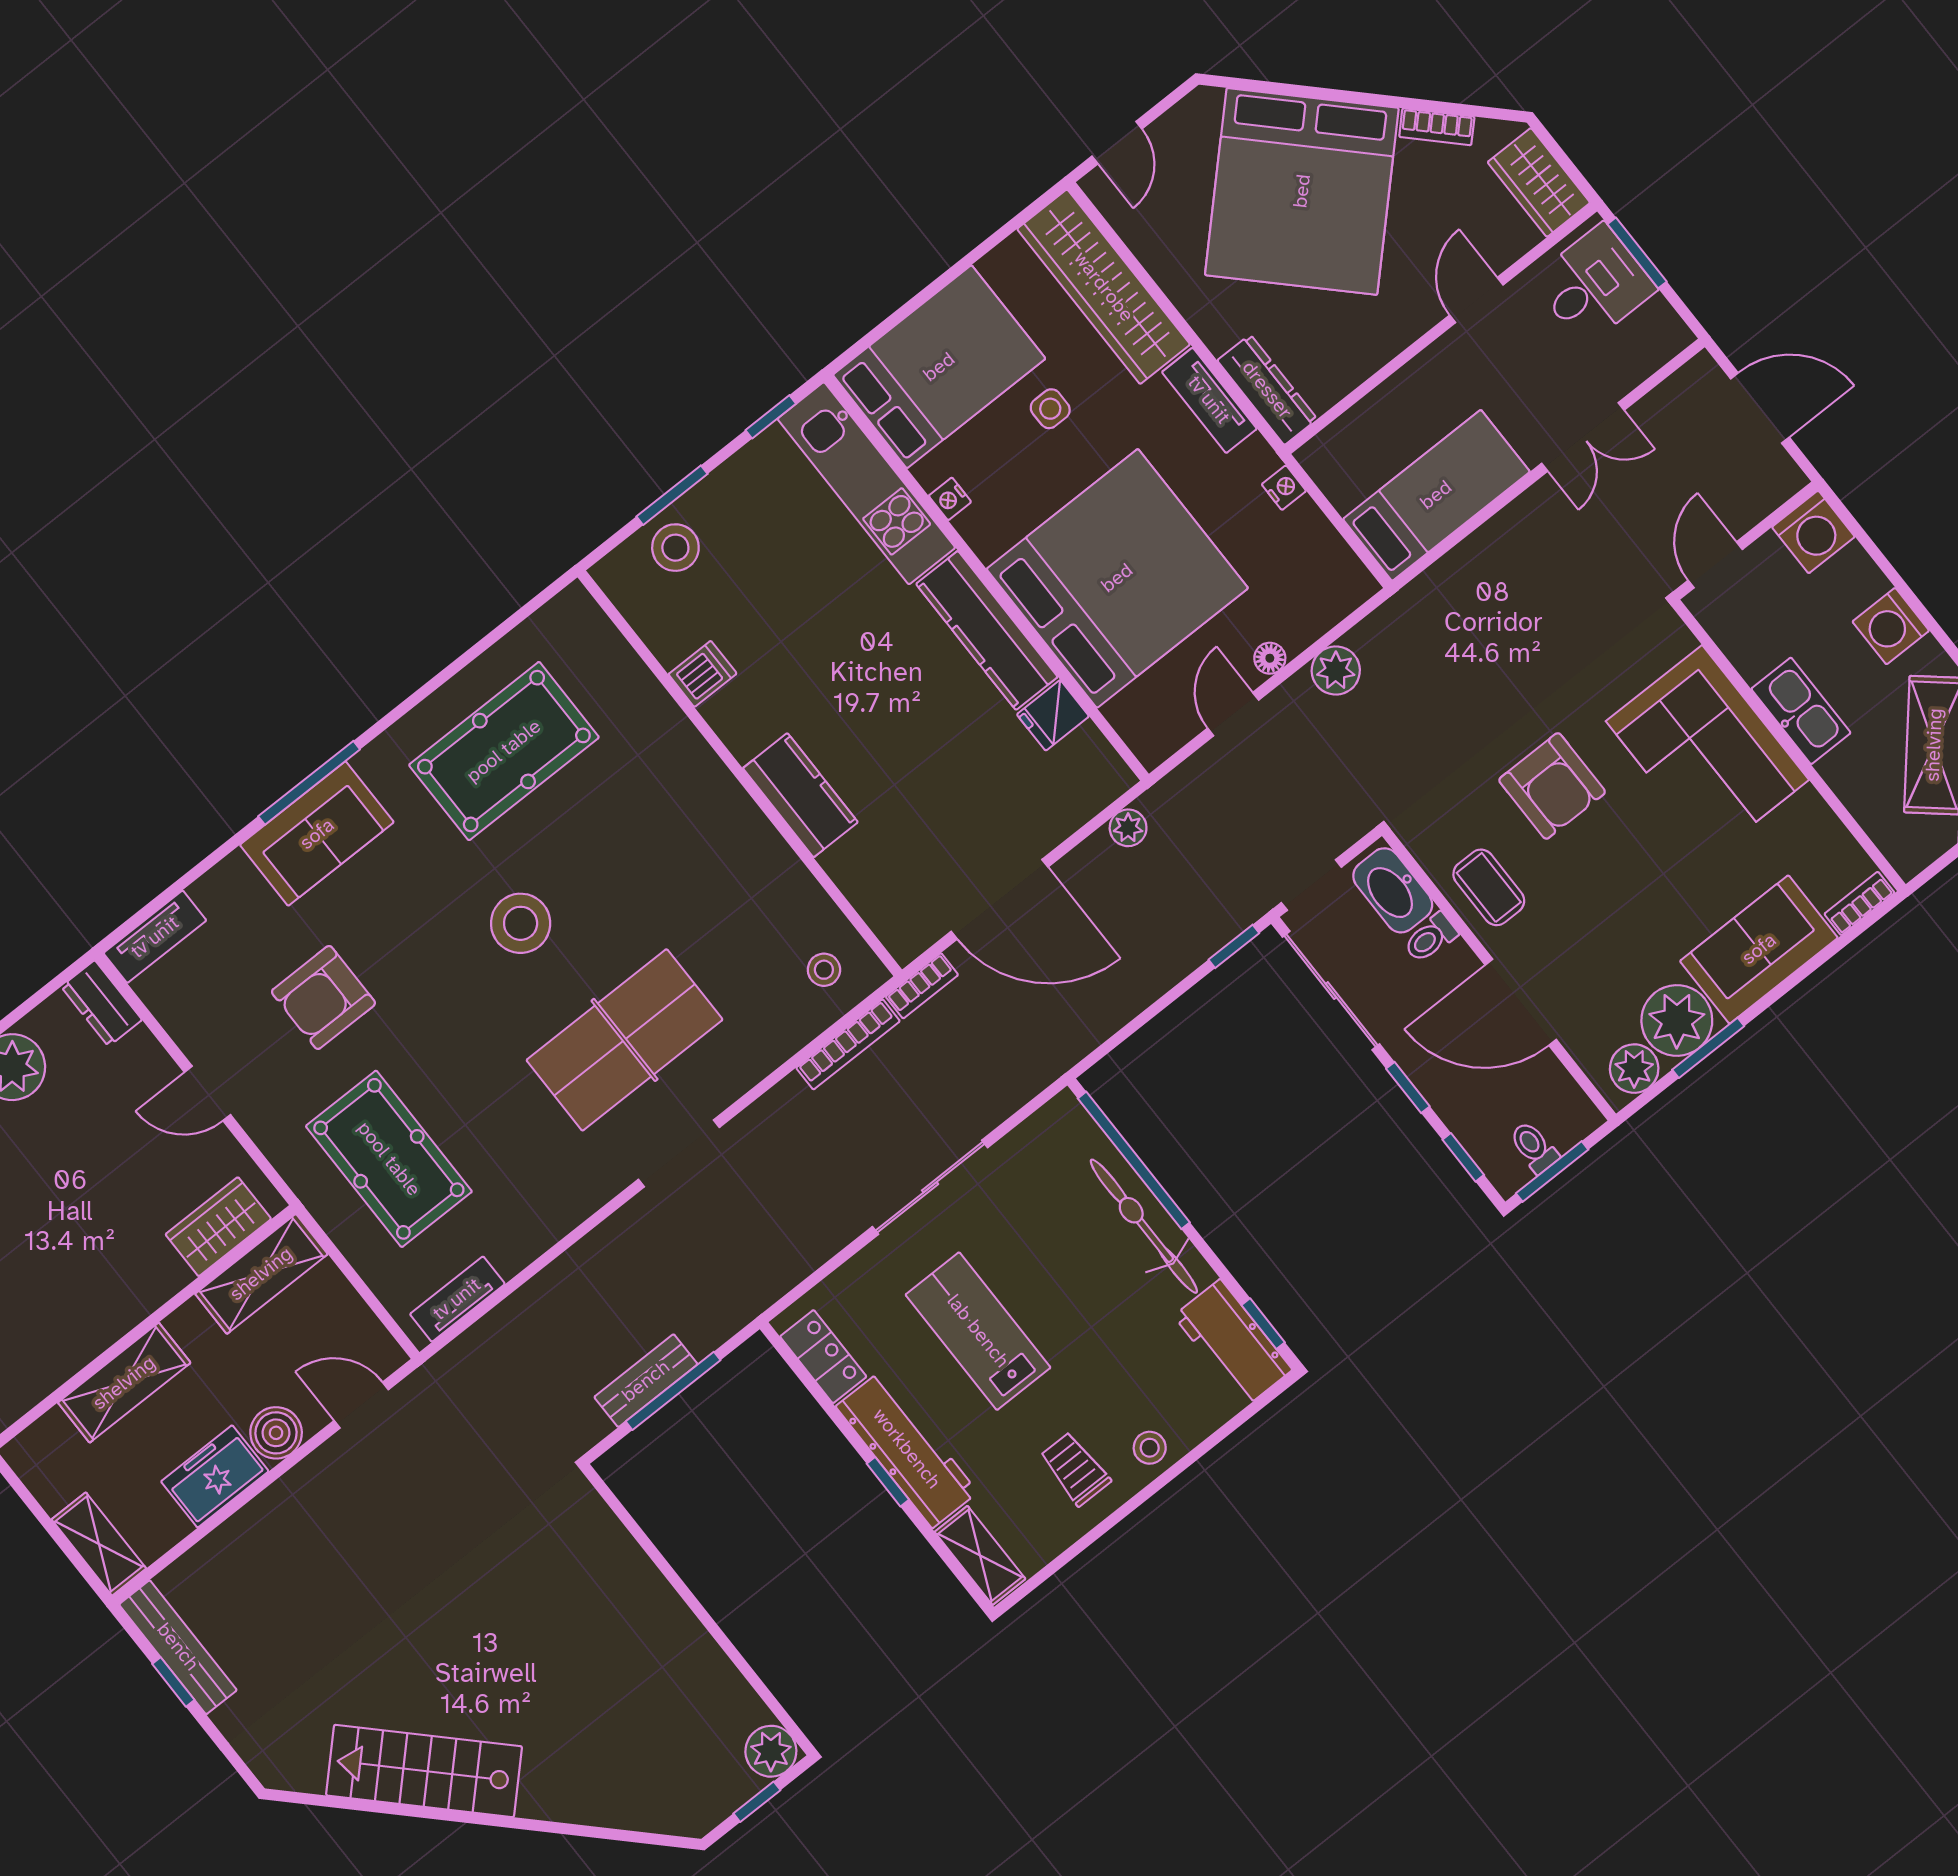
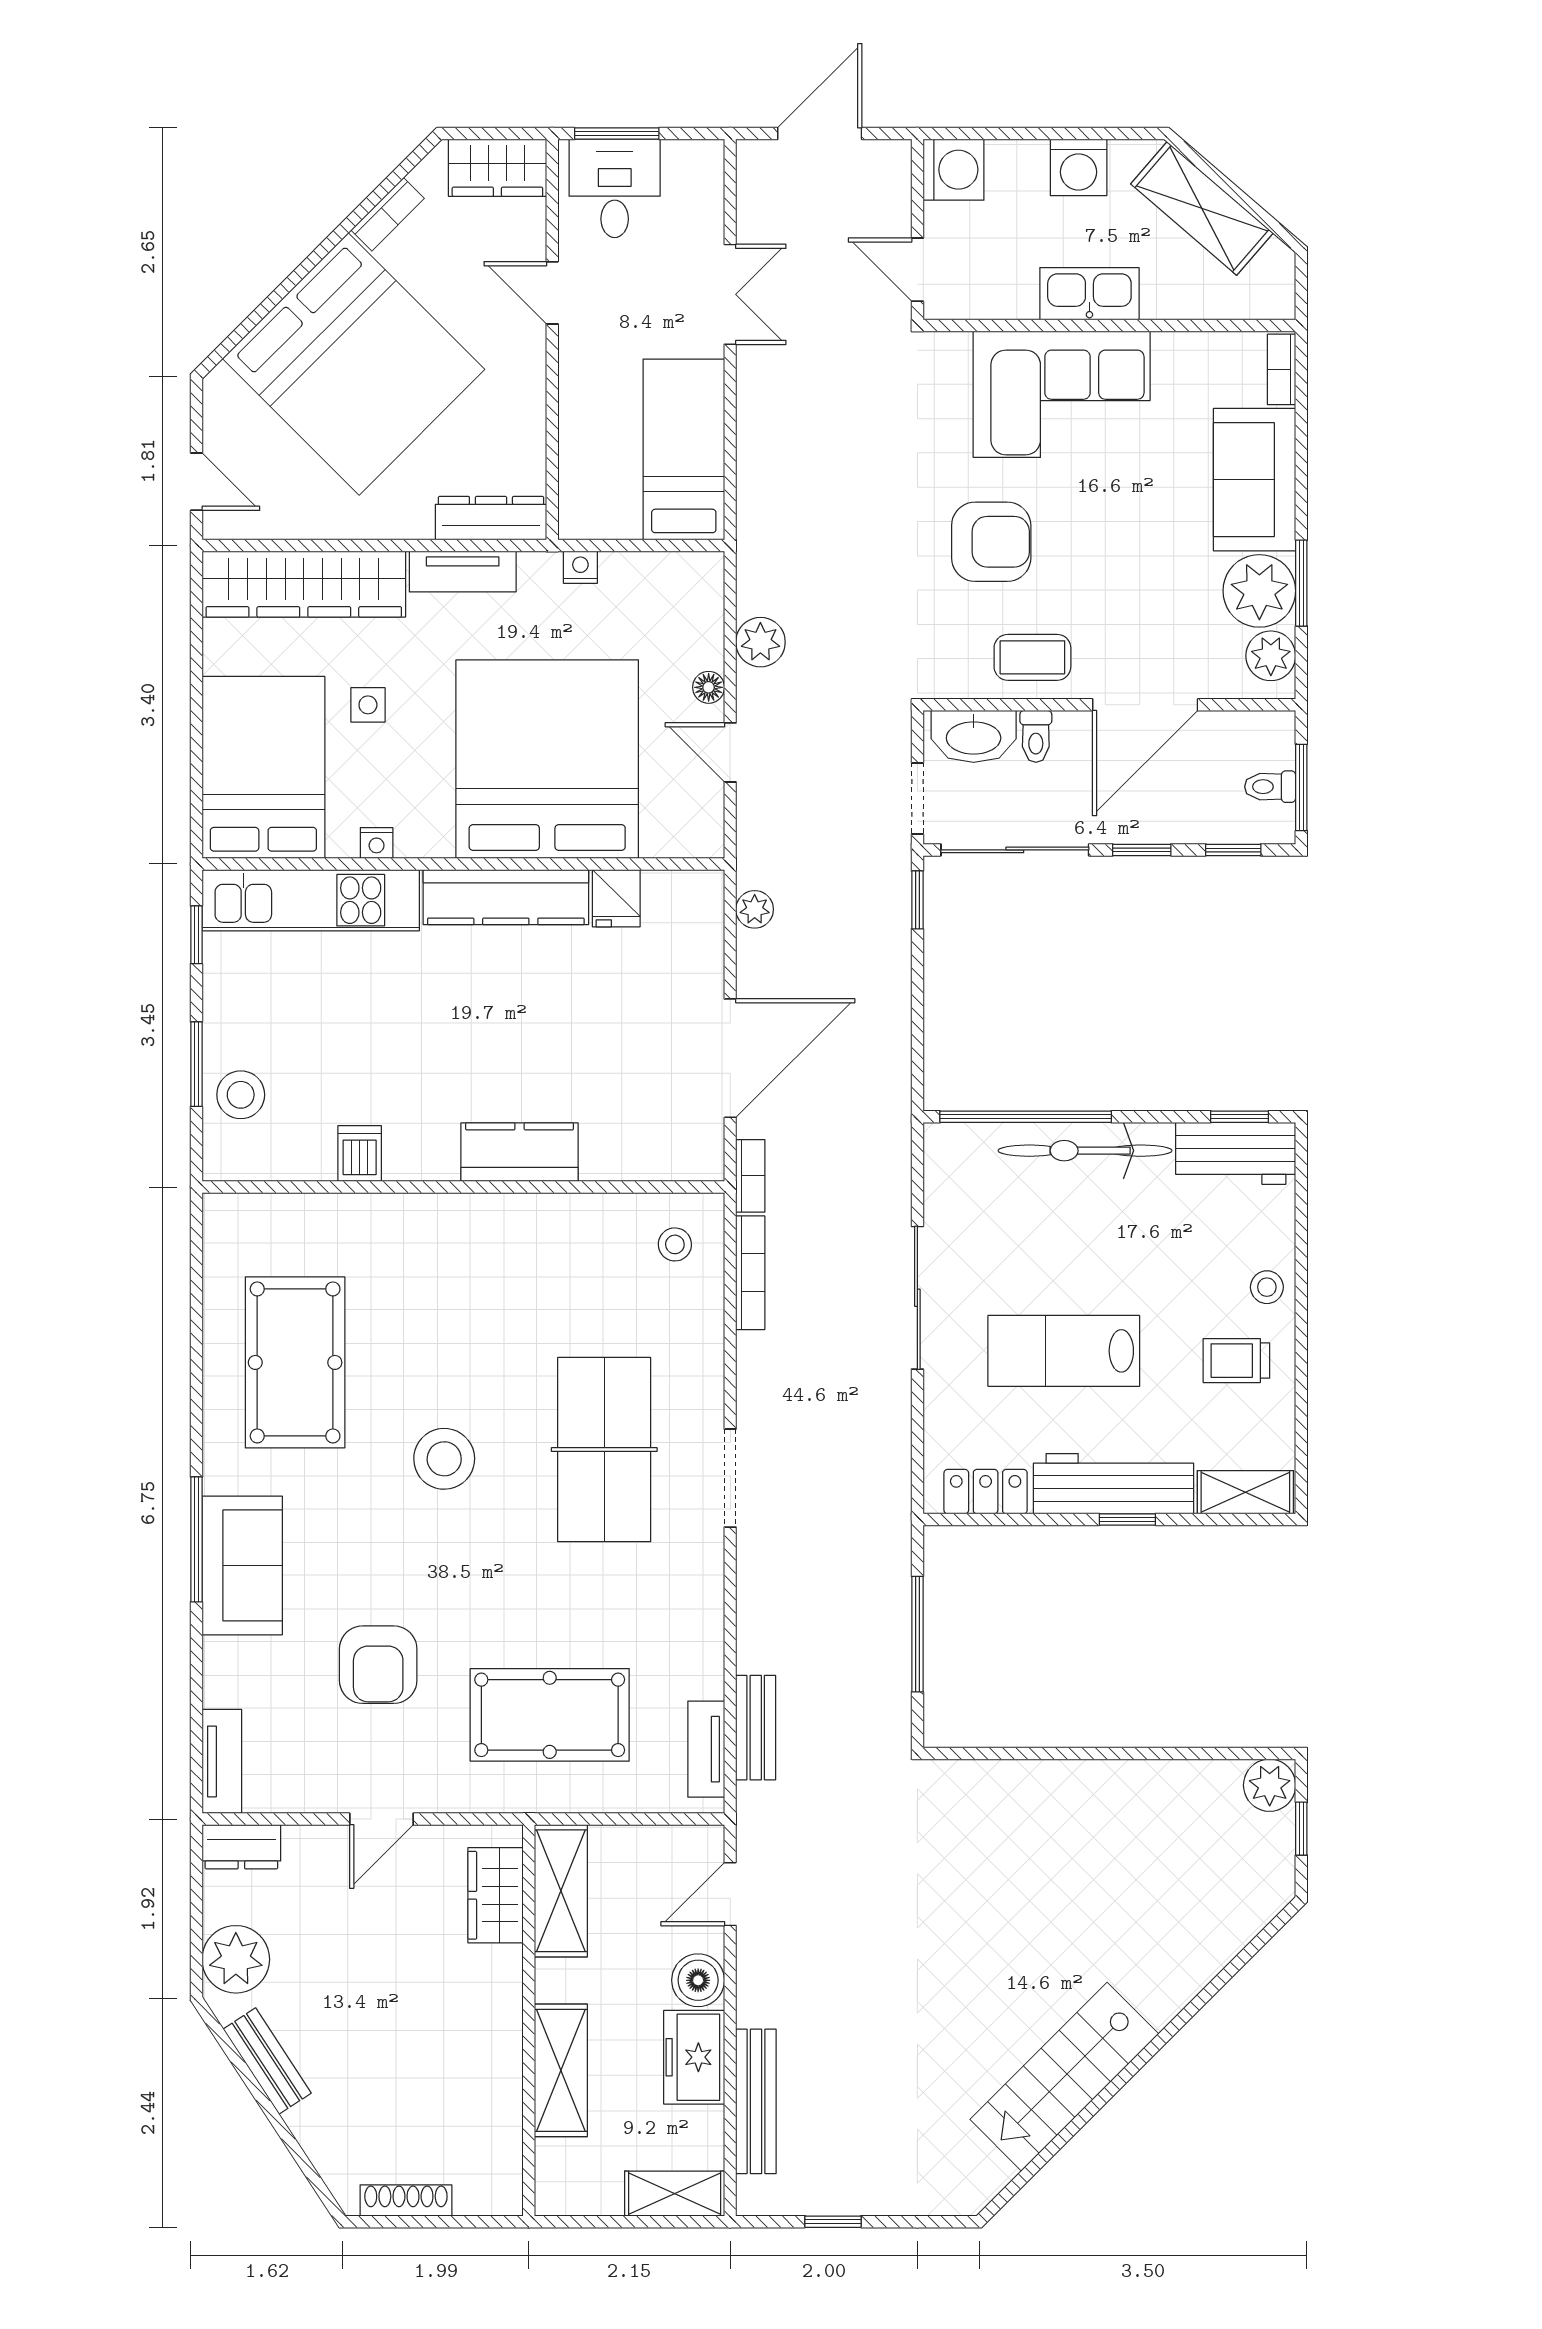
bench: (646, 1381) -> (756, 1728), moved
bench: (178, 1647) -> (756, 2101), moved, turned 90

